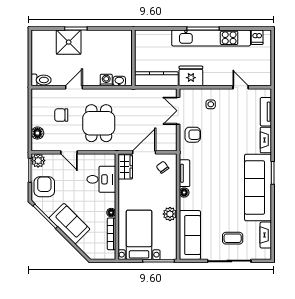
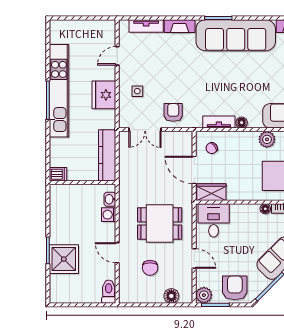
dishwasher: (257, 37) -> (58, 174), moved
fridge: (191, 76) -> (104, 95), moved
door: (69, 152) -> (194, 259), hinge flipped
desk: (101, 179) -> (214, 220), moved
armchair: (44, 187) -> (235, 288), turned 90

